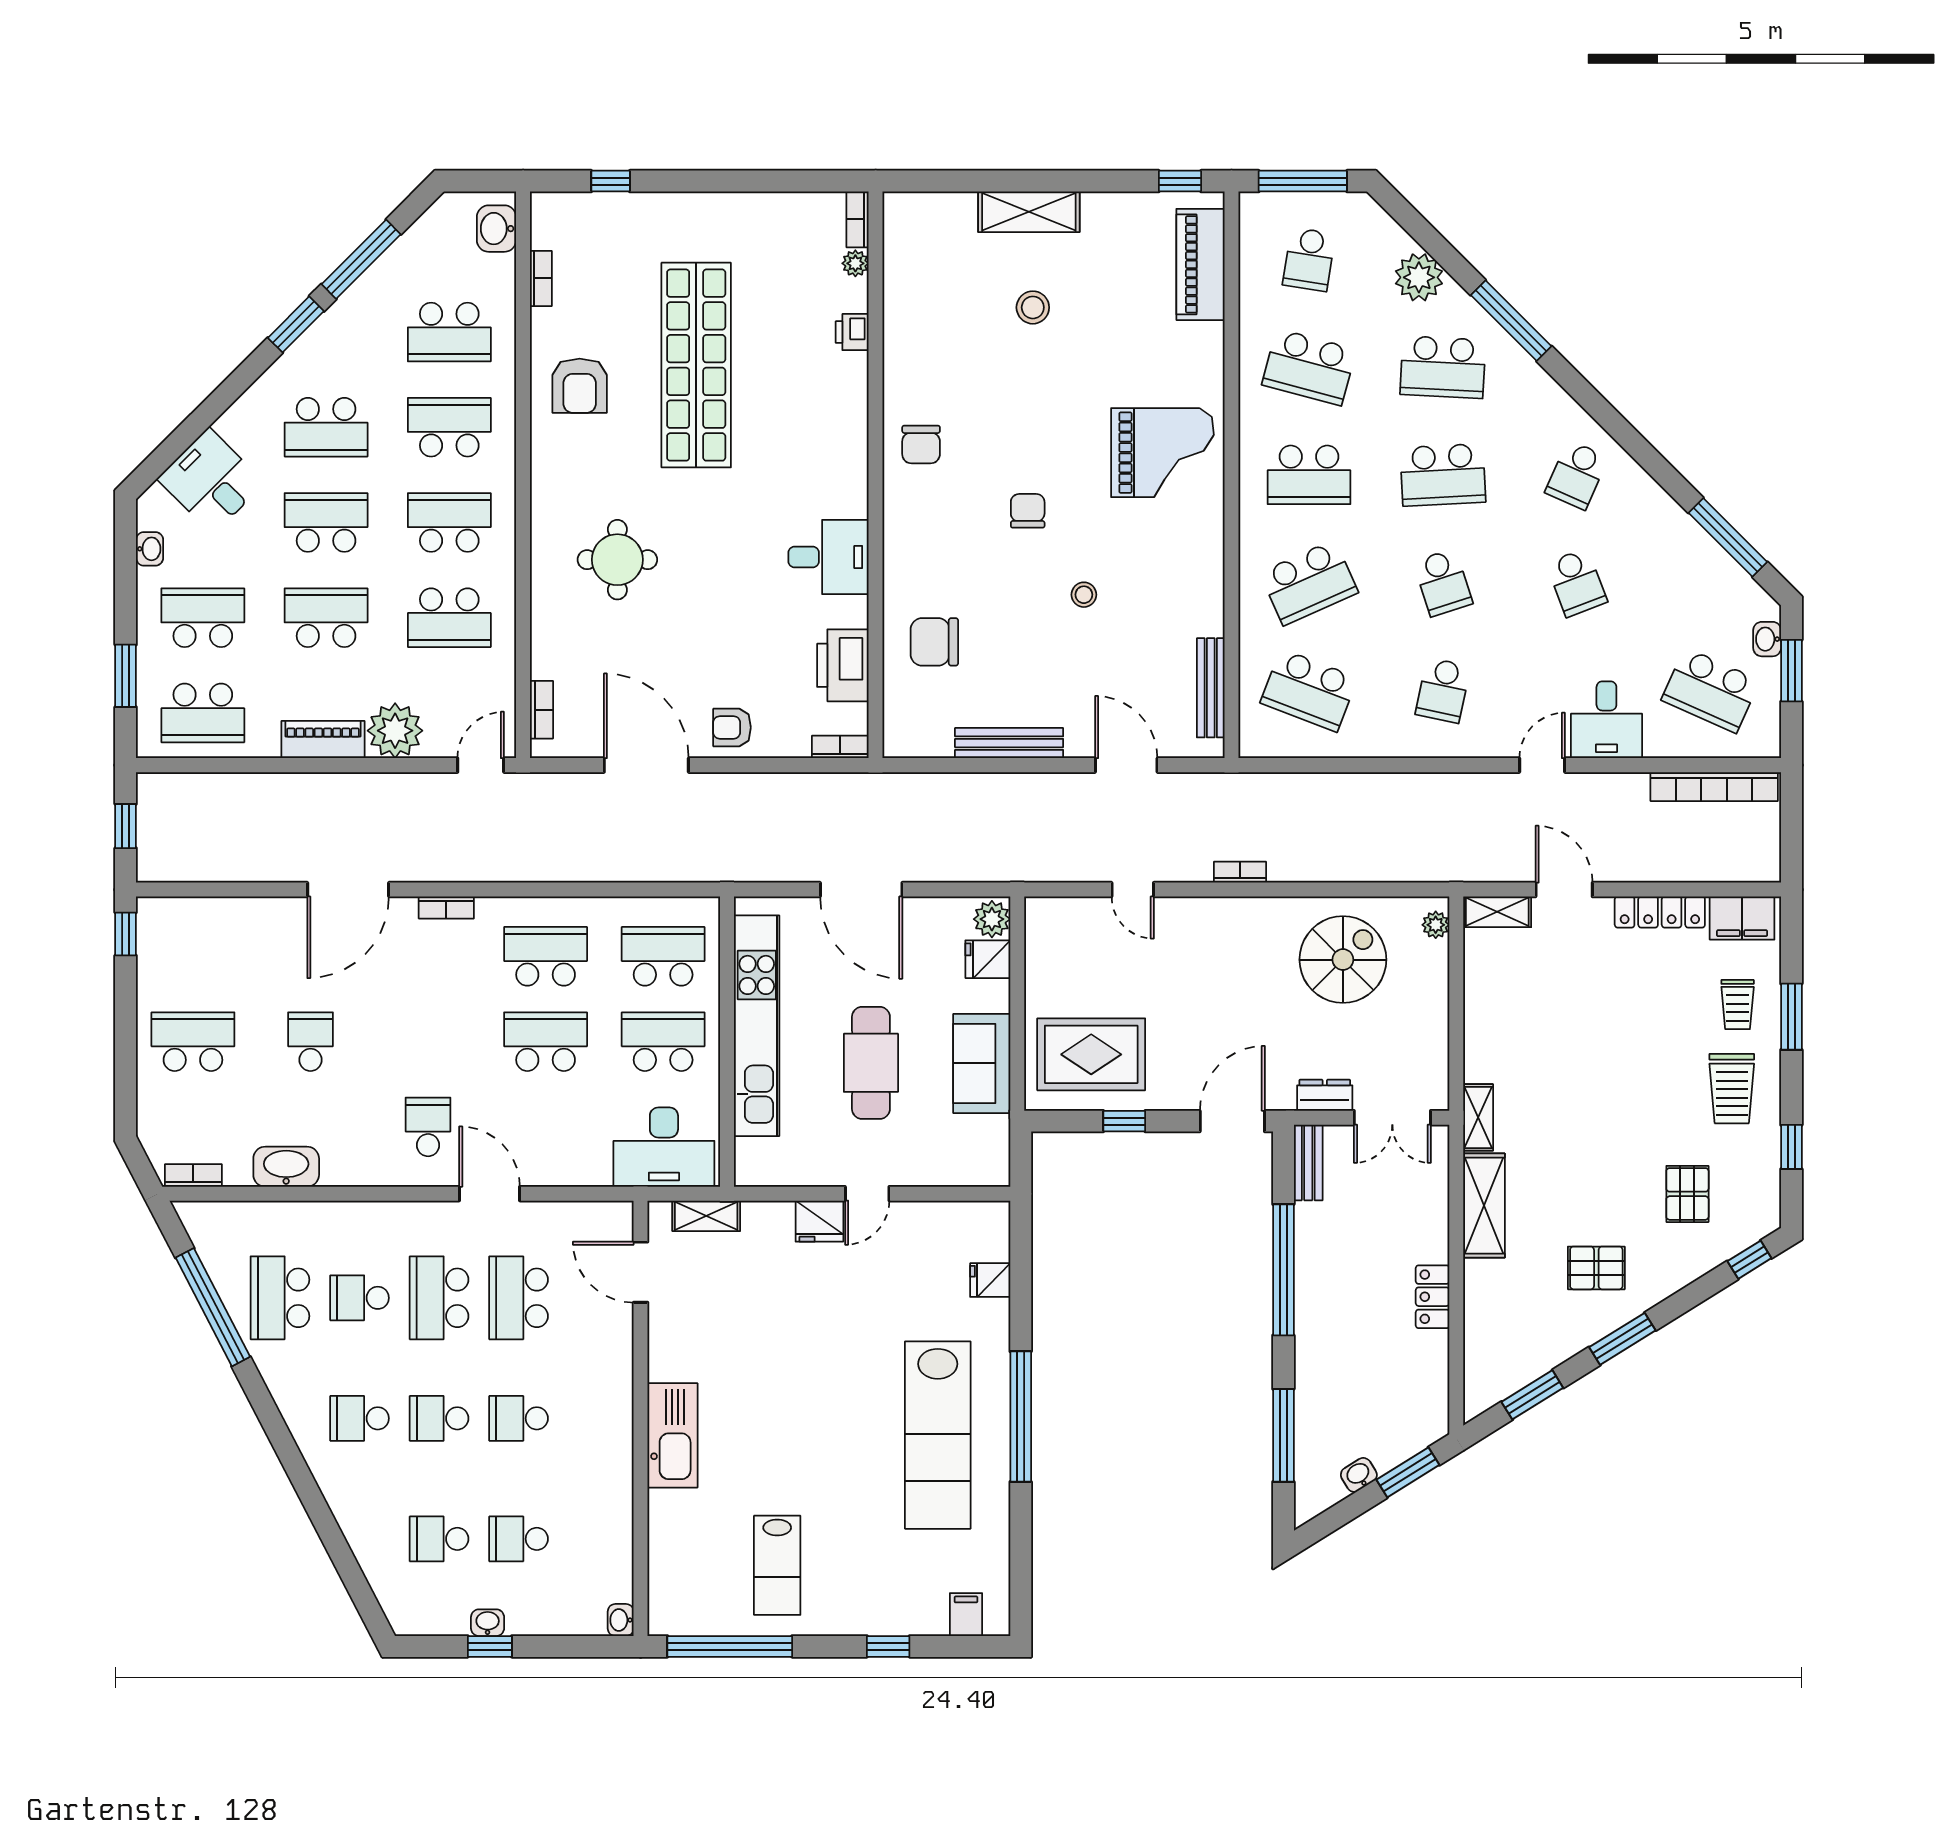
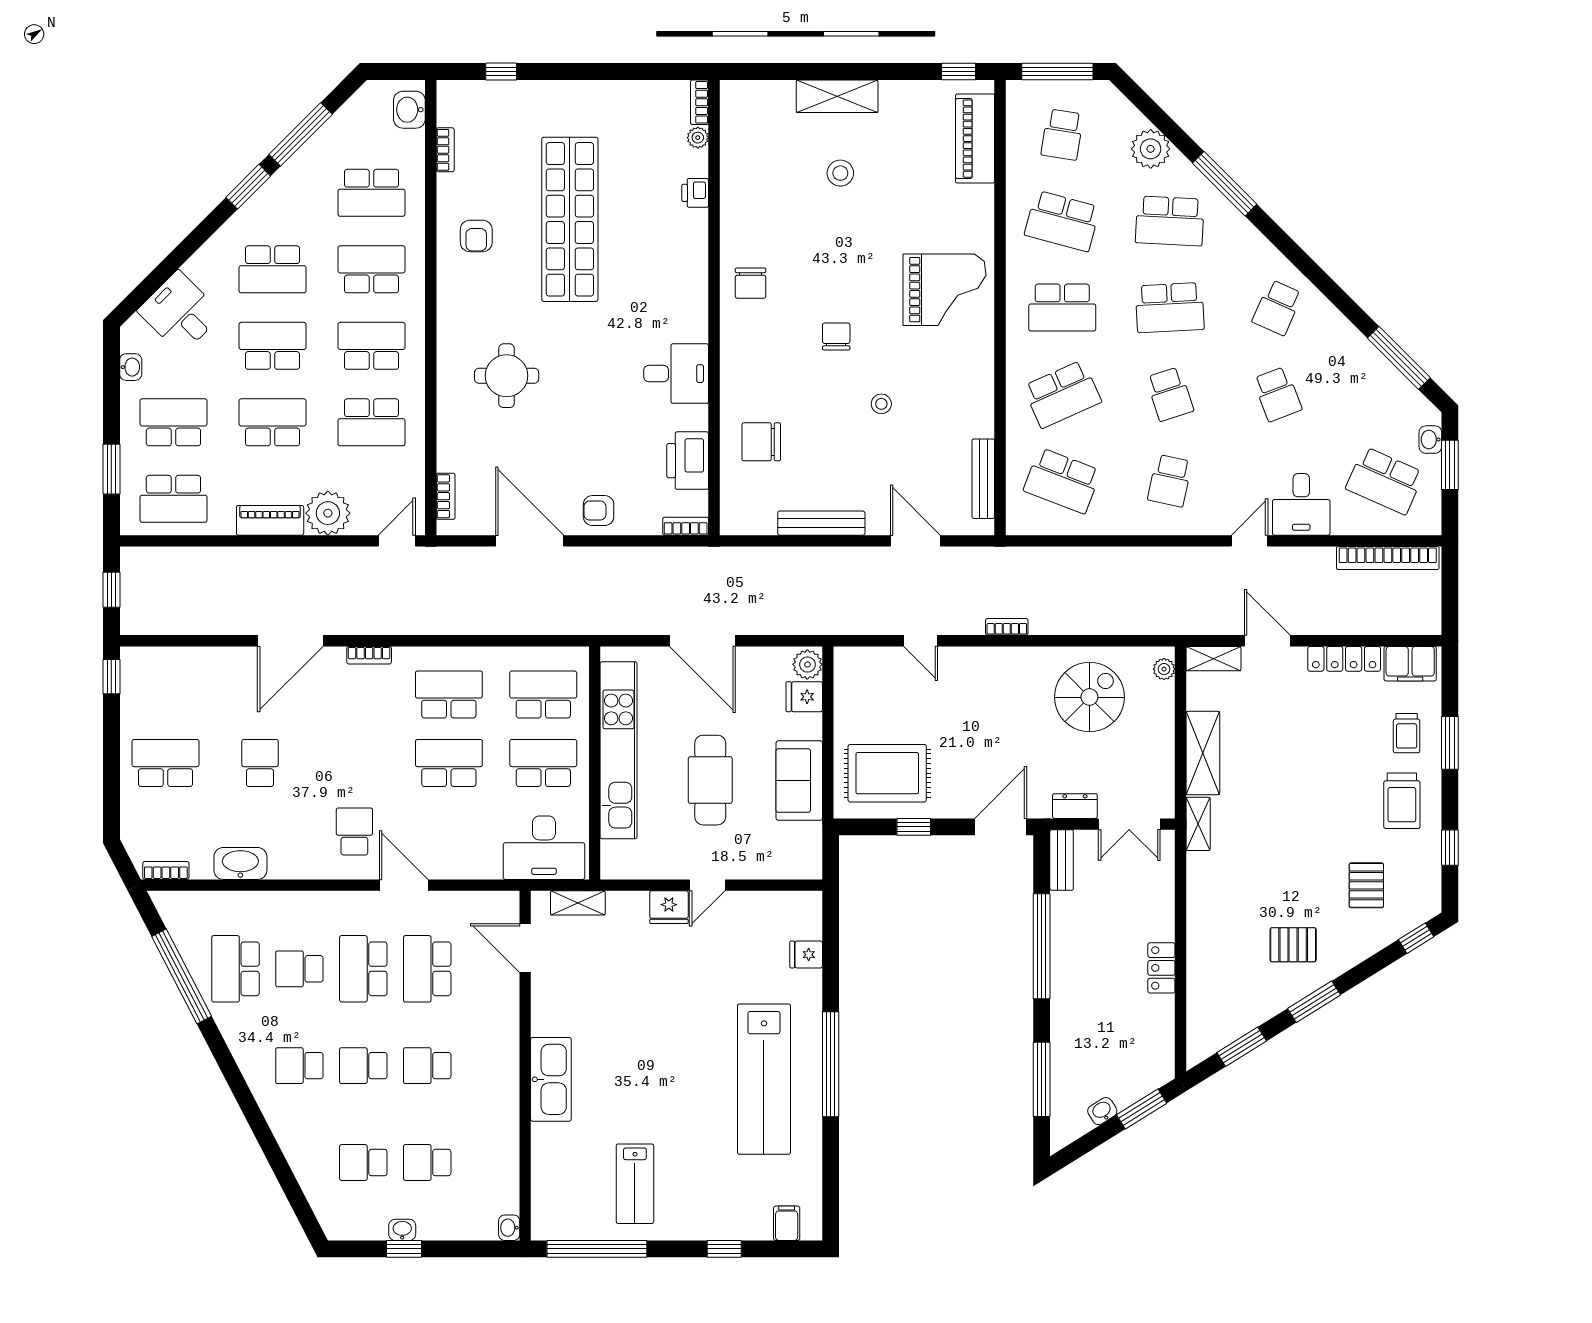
armchair: (580, 386) -> (476, 236), width x0.72, depth x0.72
shelving: (1484, 1206) -> (1203, 753), moved

